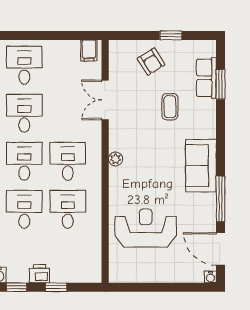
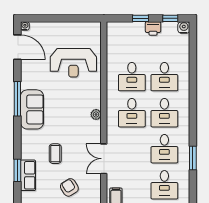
double door: (105, 100) -> (104, 159), swing flipped
window: (221, 199) -> (17, 99), moved

